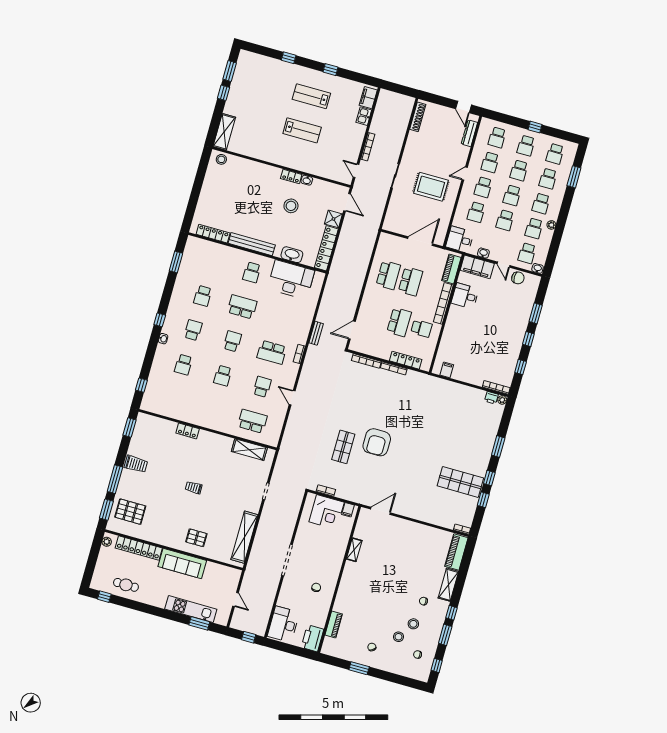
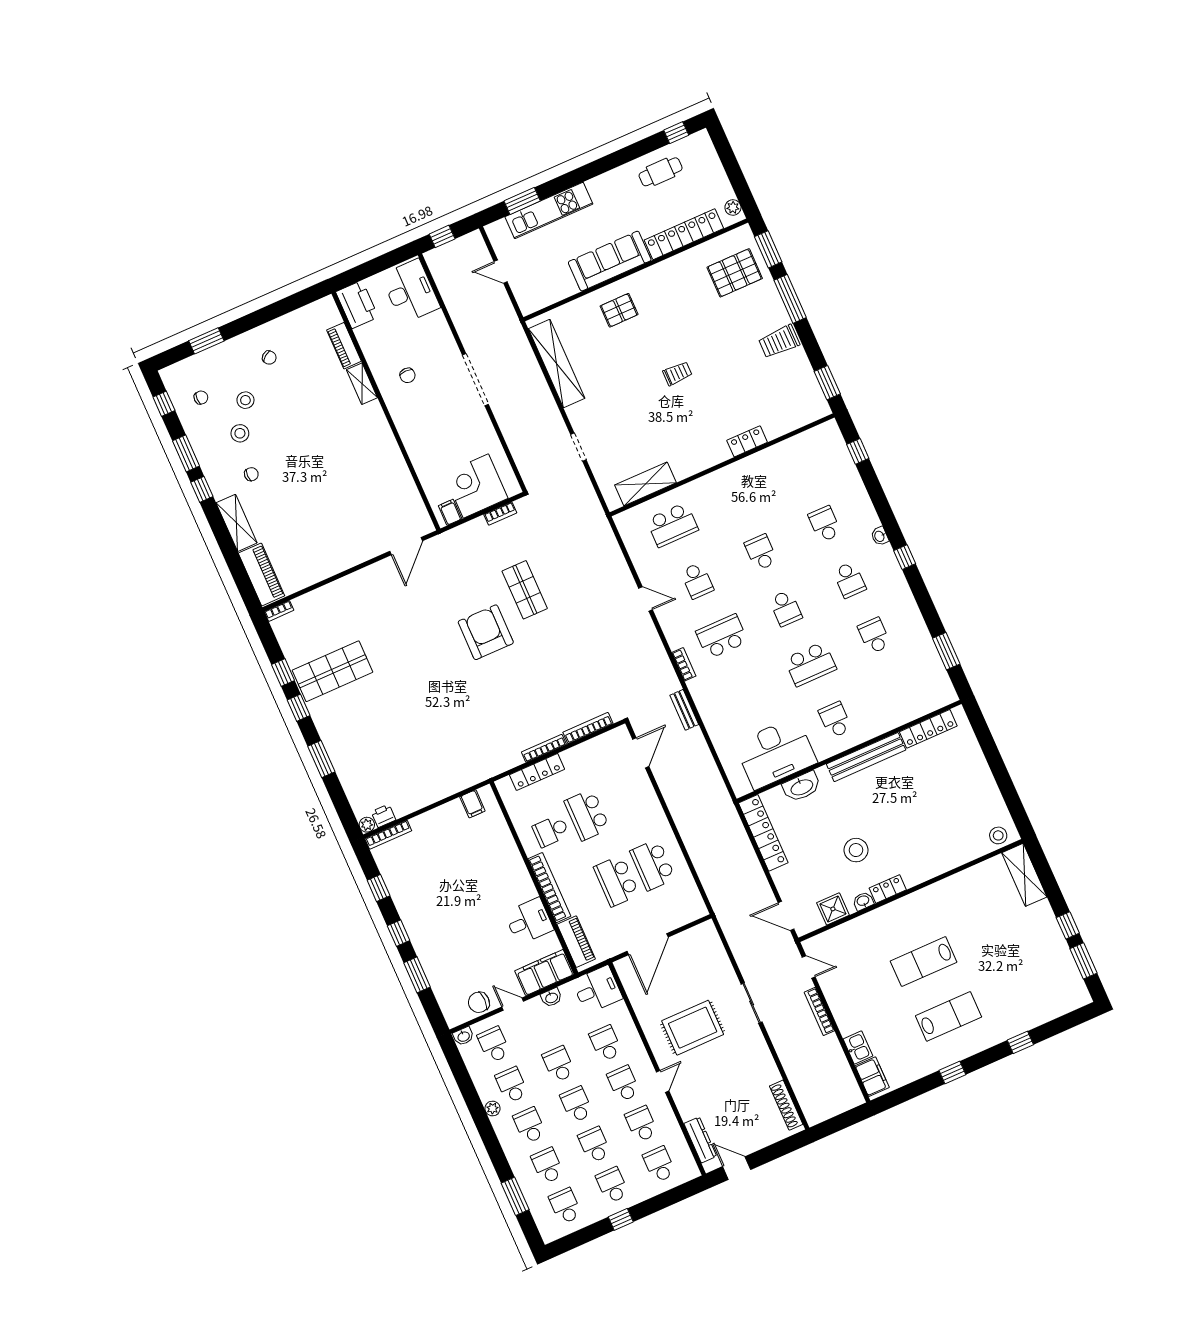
shower: (333, 219) -> (833, 909), moved
shelving: (354, 550) -> (362, 384), moved
window: (359, 668) -> (206, 341), moved

